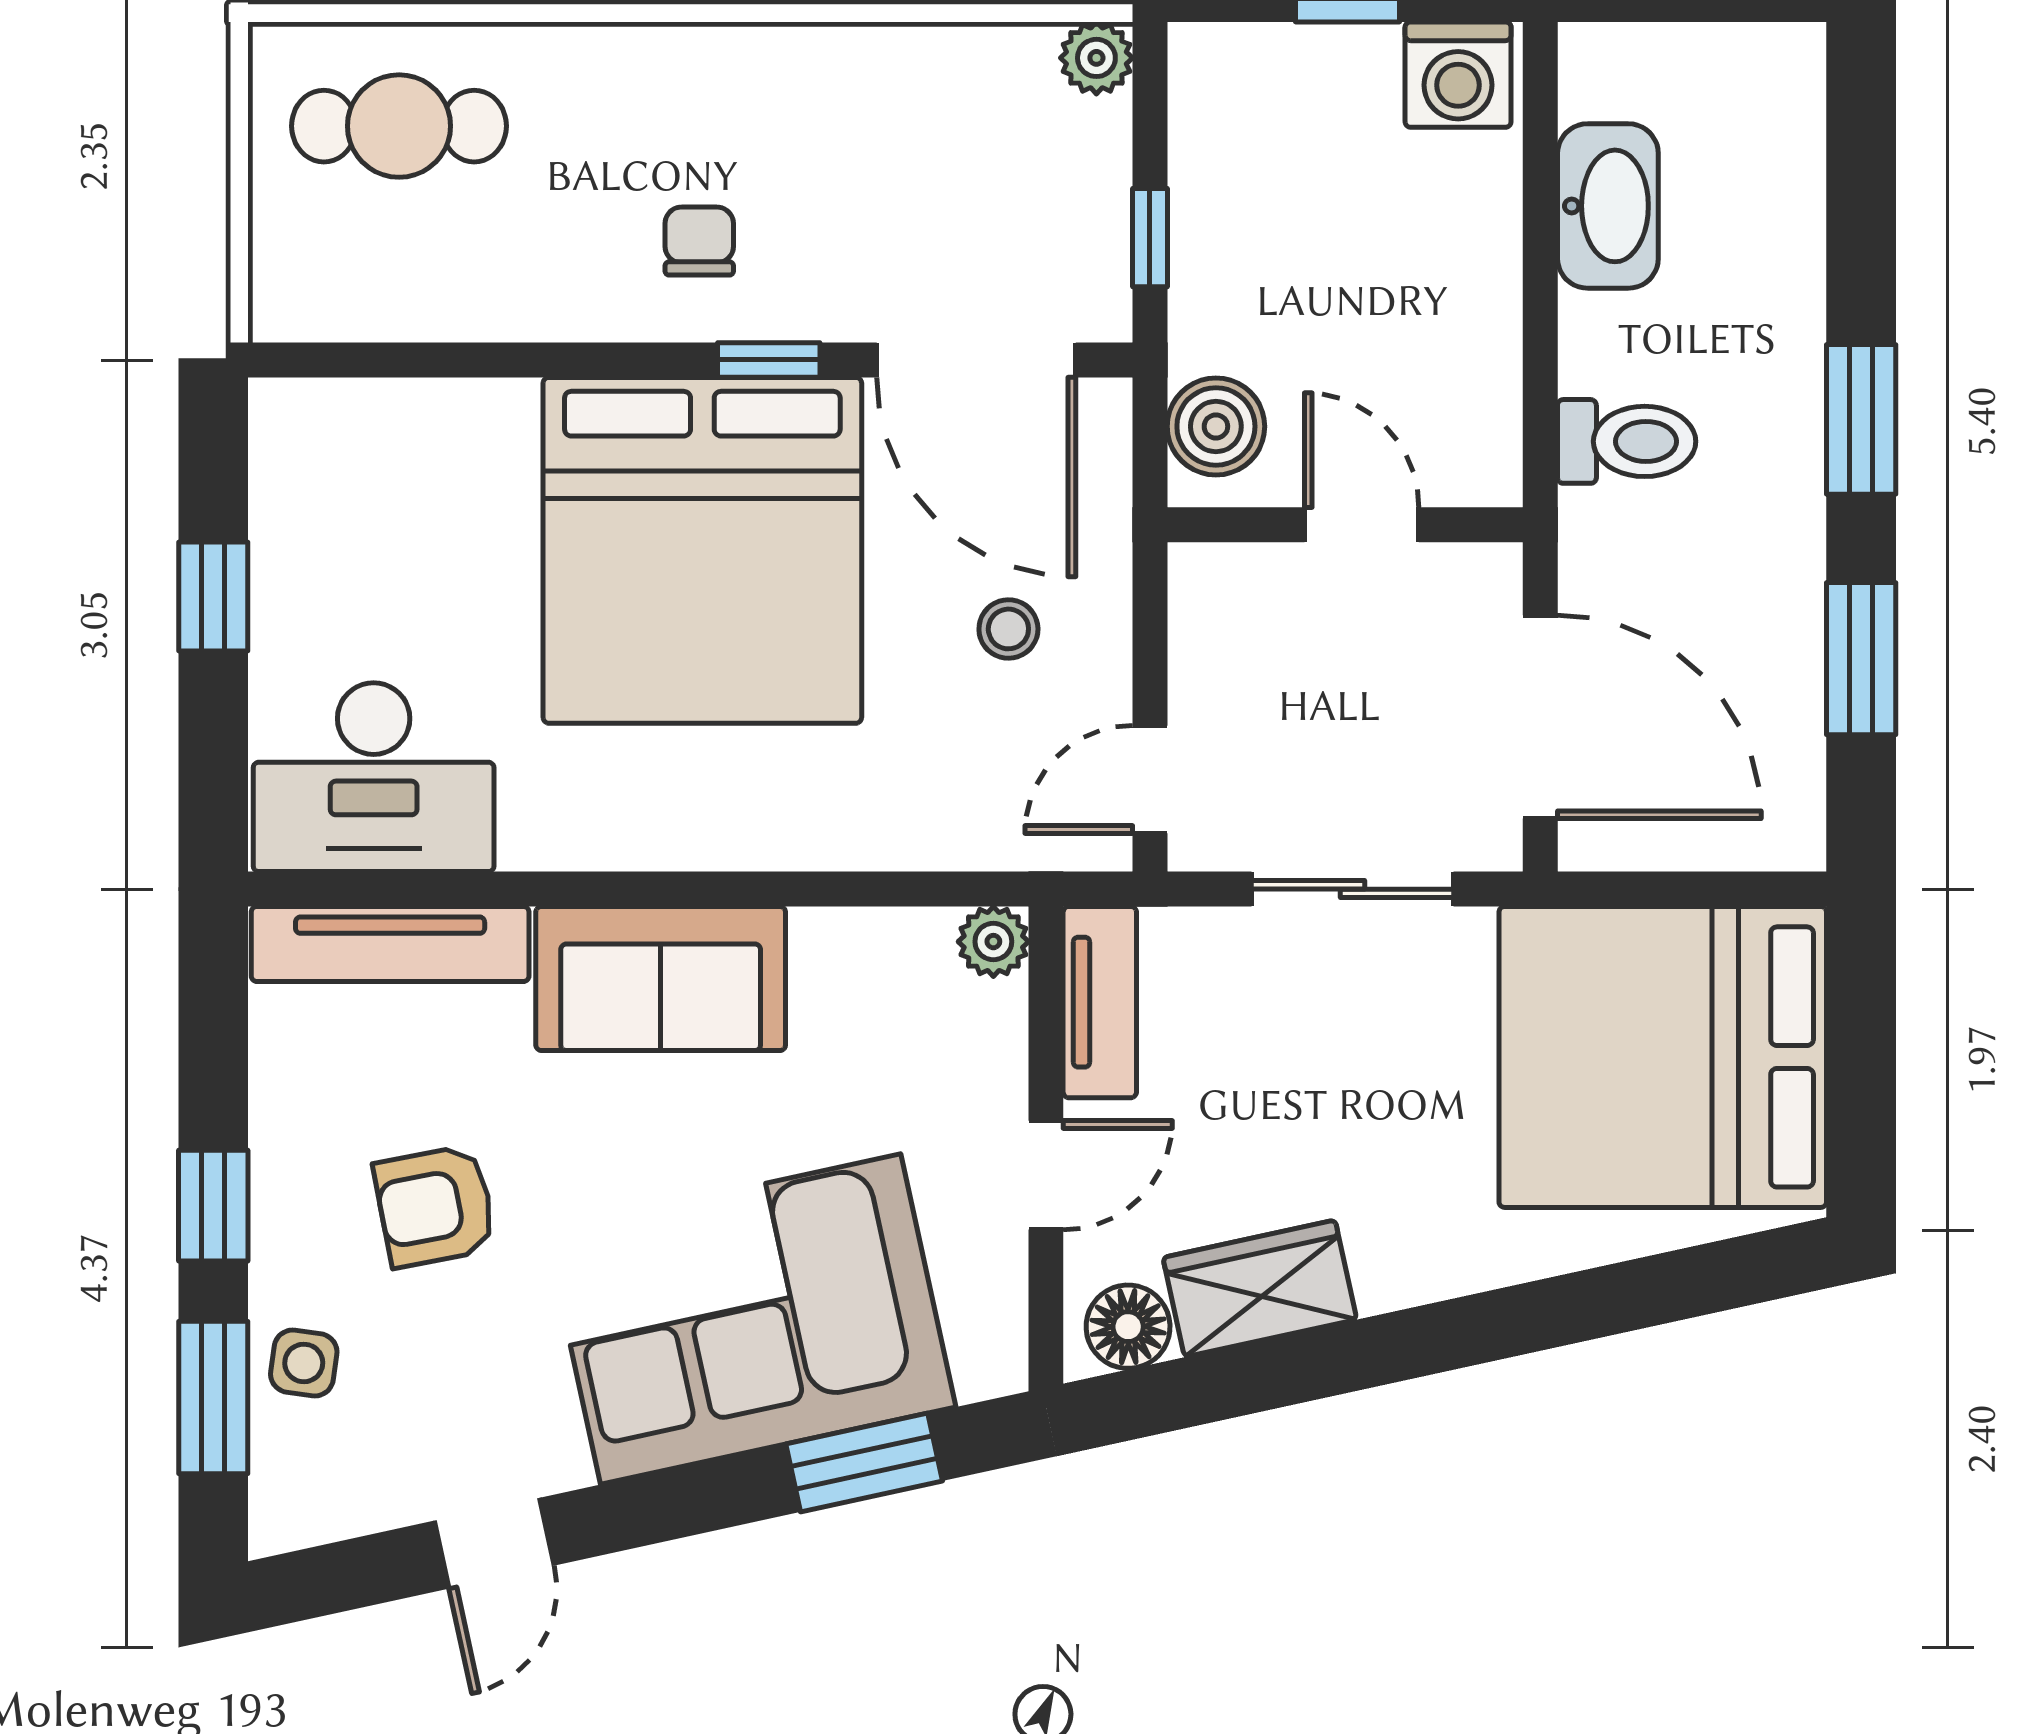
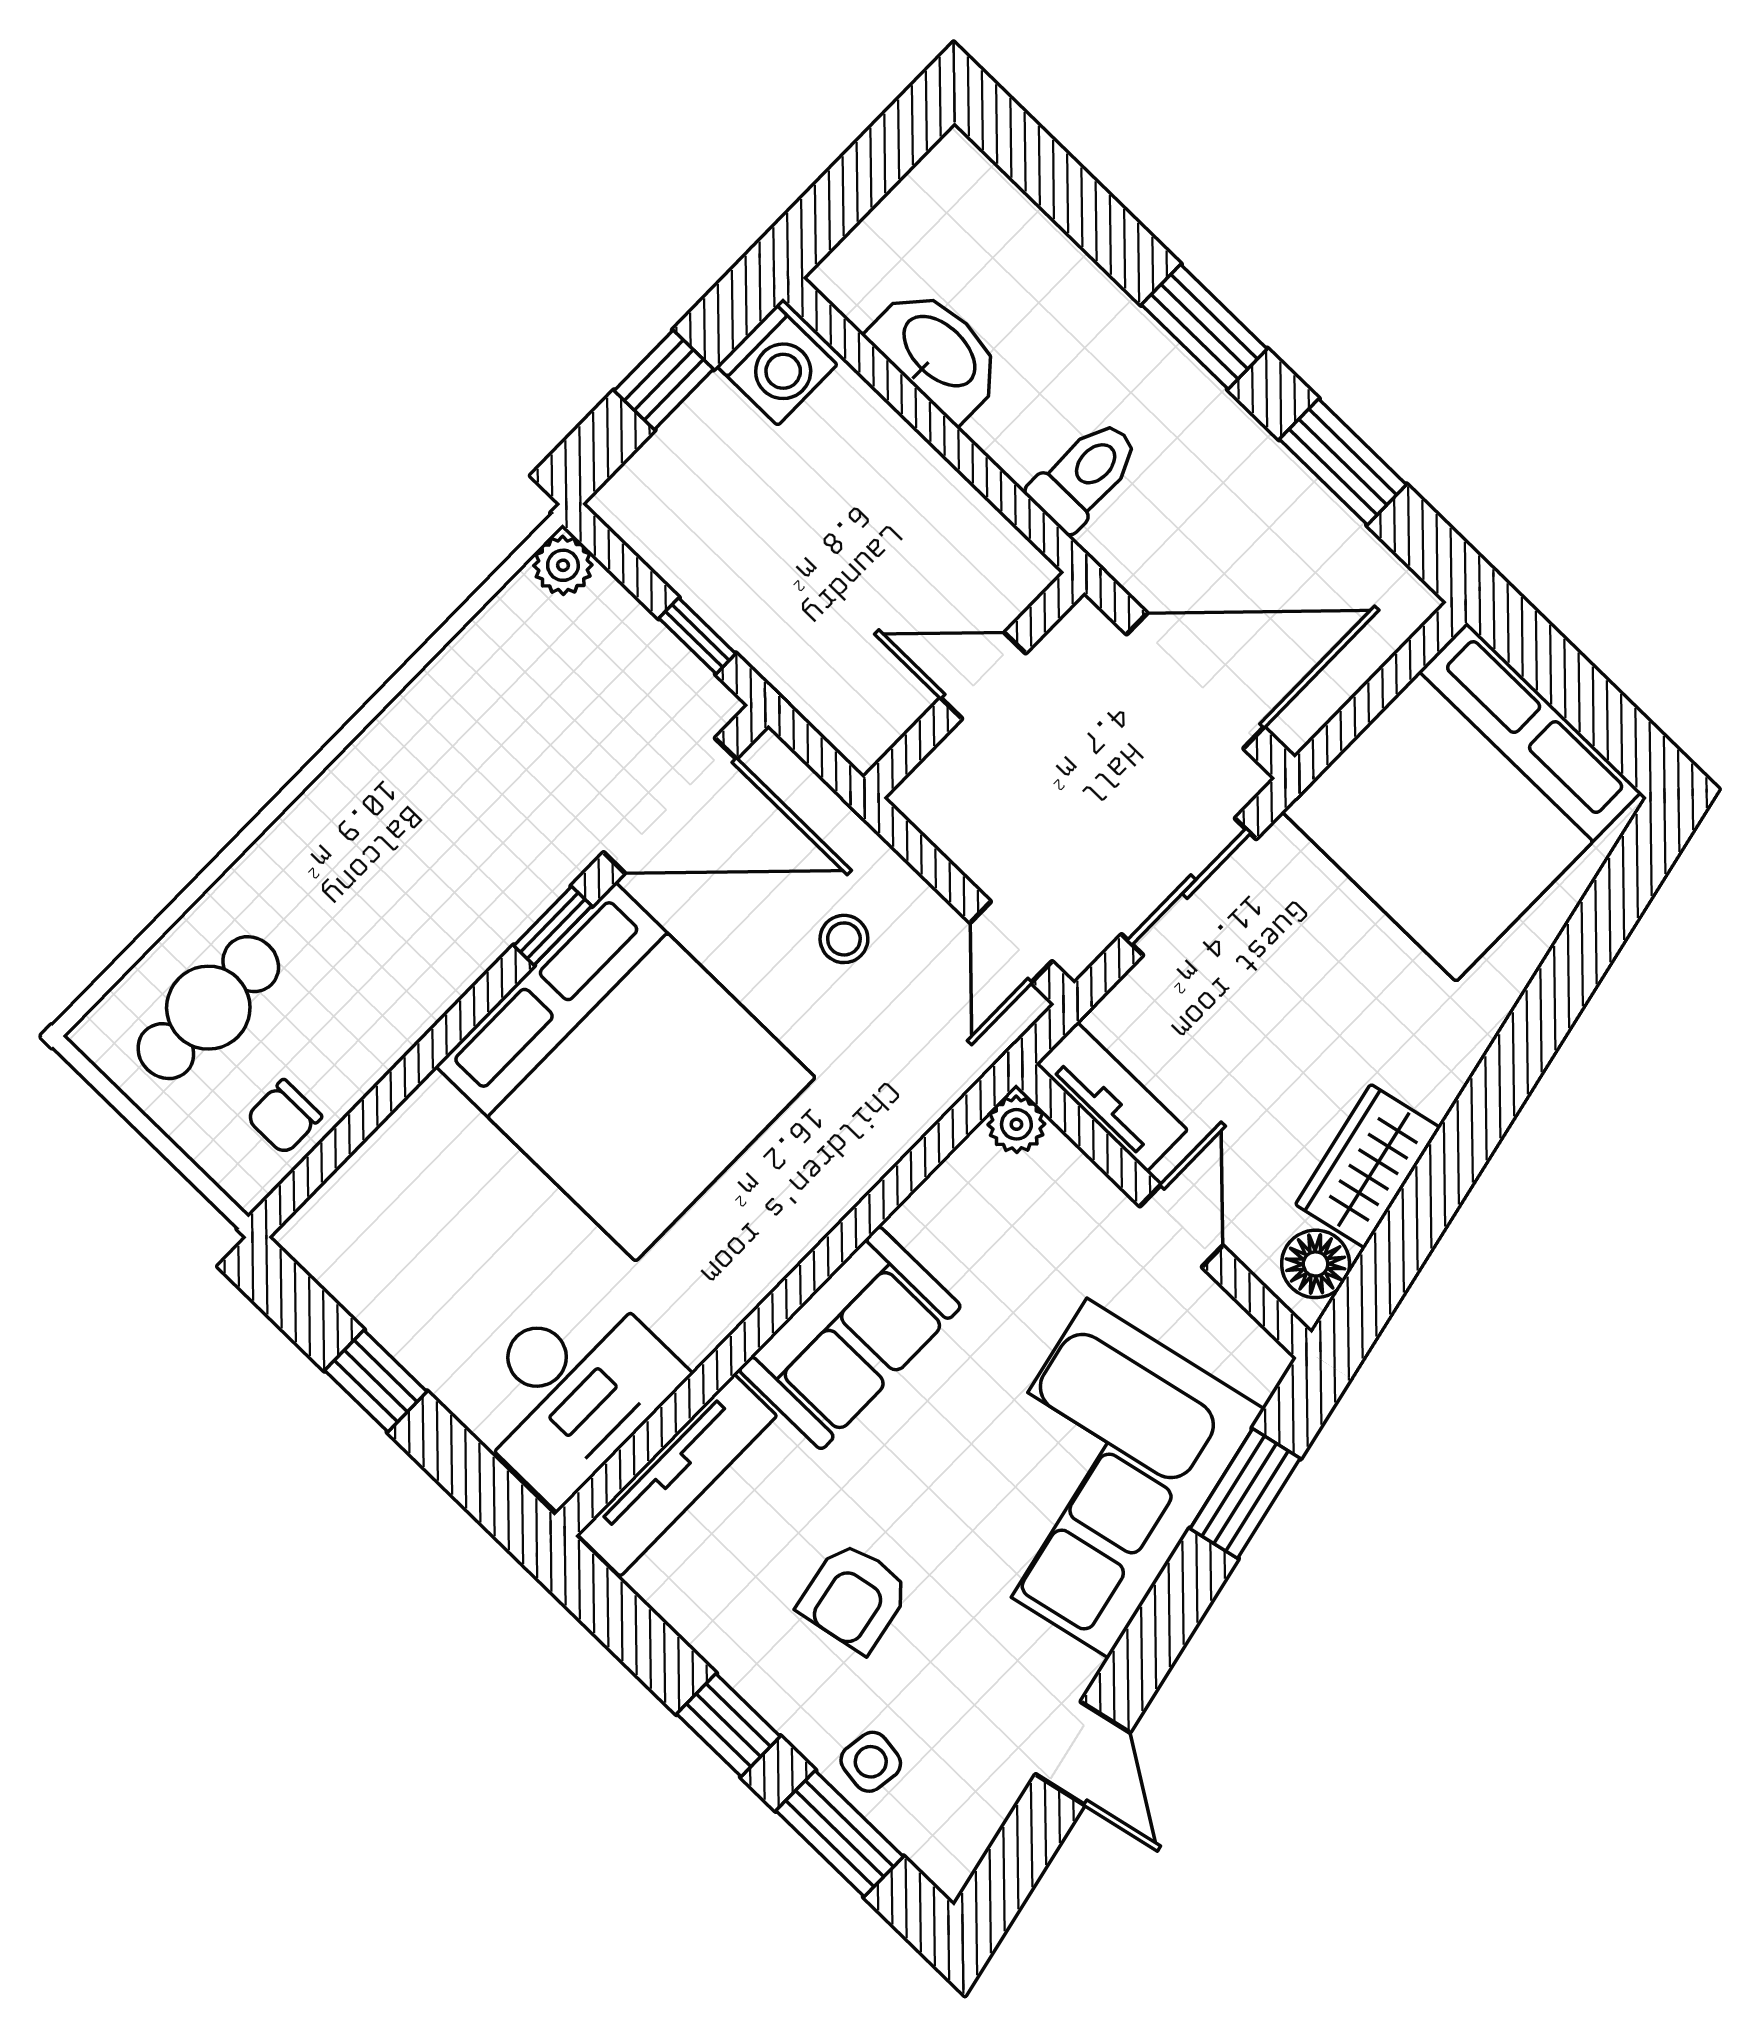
chair: (699, 241) -> (284, 1117), moved, turned -90
boiler: (1216, 426) -> (844, 704), removed

